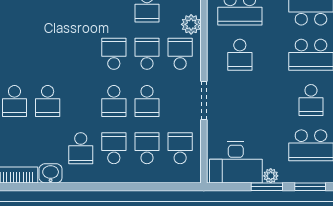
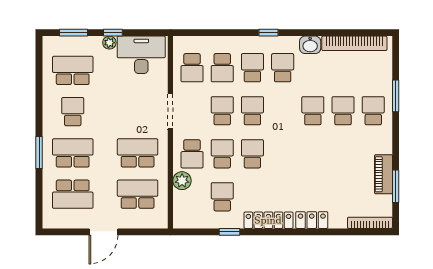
school desk: (114, 54) -> (252, 154), turned 180
school desk: (147, 54) -> (222, 154), turned 180
school desk: (240, 55) -> (138, 153), width x1.85
school desk: (114, 148) -> (252, 68), turned 180
window: (96, 187) -> (269, 33), added
window: (267, 187) -> (113, 33), width x0.67

